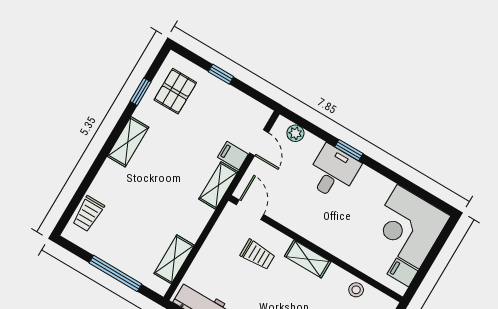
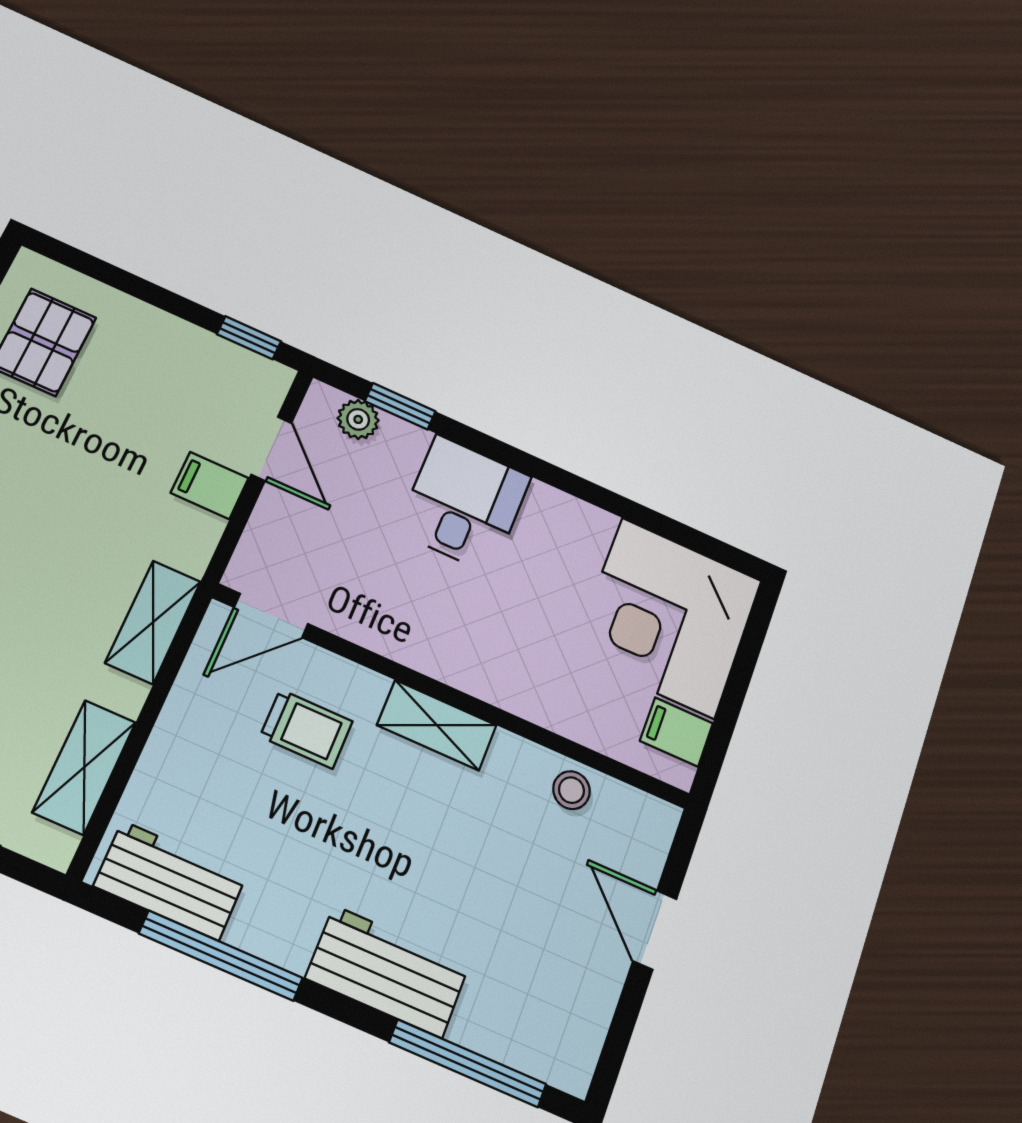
window: (221, 74) -> (249, 338), moved
window: (349, 150) -> (400, 406), moved
shelving: (218, 185) -> (153, 622), moved
door: (250, 210) -> (271, 616), swing flipped

